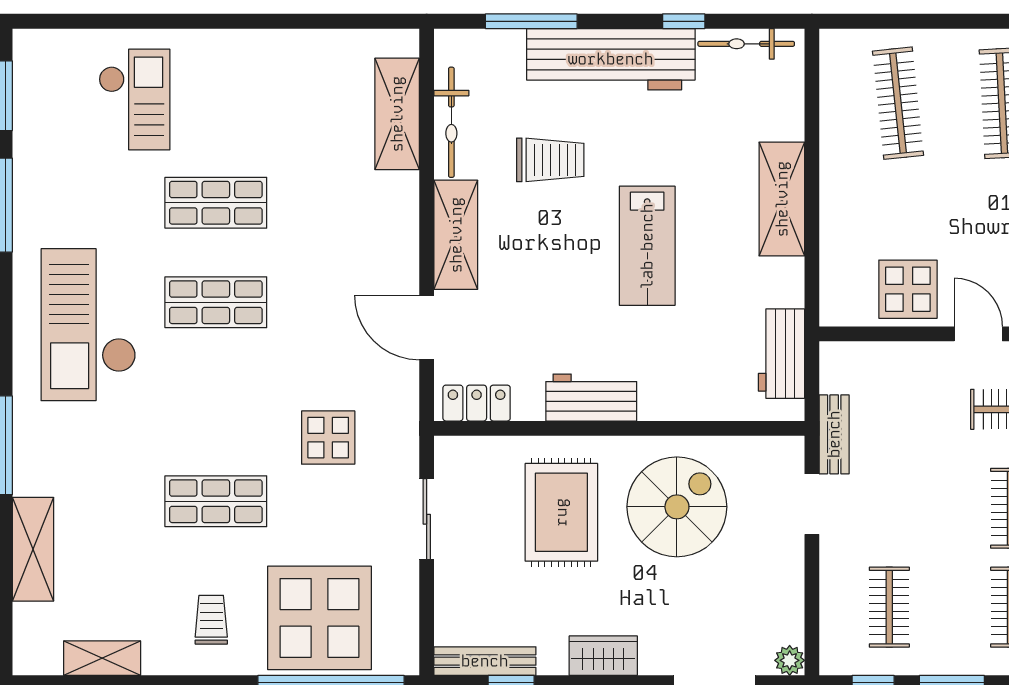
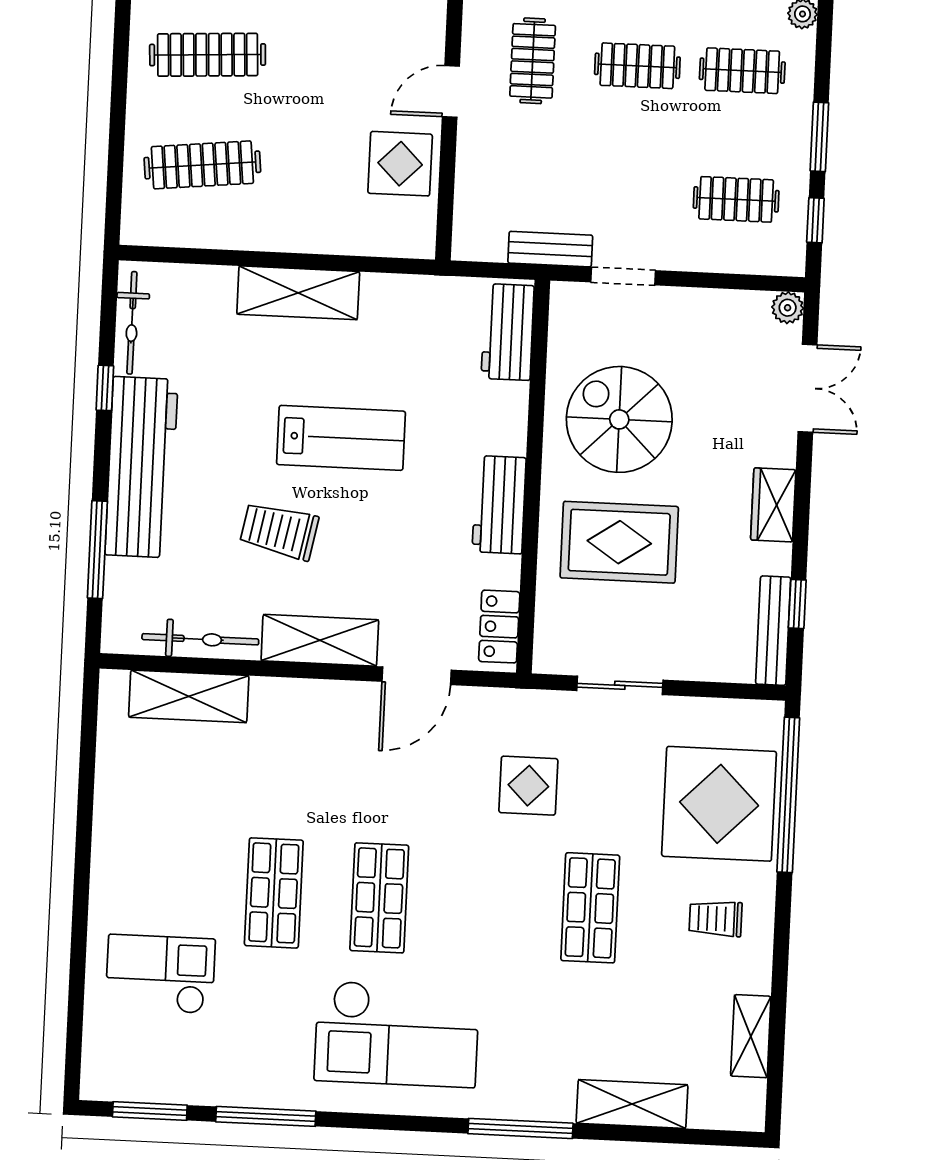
trolley: (550, 160) -> (279, 531), moved, turned -79
workbench: (782, 354) -> (508, 332), moved, turned 90

